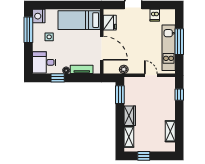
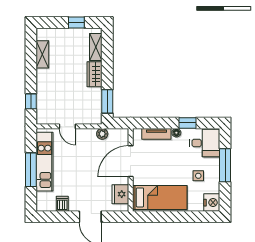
window: (28, 30) -> (225, 165), moved
door: (102, 48) -> (131, 161), hinge flipped

